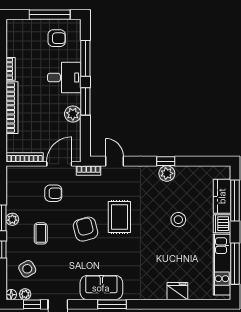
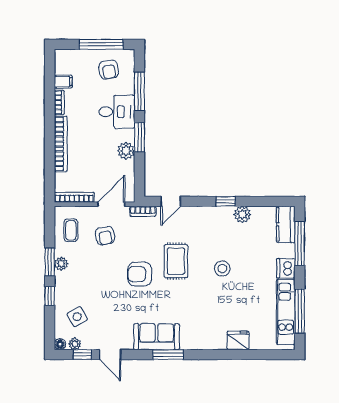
armchair: (57, 38) -> (109, 70), turned 81
filing cabinet: (14, 49) -> (63, 82), added
door: (114, 161) -> (171, 201), swing flipped
plant: (167, 173) -> (242, 215), moved
armchair: (53, 193) -> (105, 236), turned 79
kitchen counter: (222, 196) -> (286, 224), moved
stool: (178, 220) -> (222, 269), moved
armchair: (86, 229) -> (140, 274), turned -75
coffee table: (41, 233) -> (71, 230), moved

